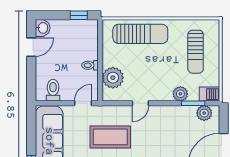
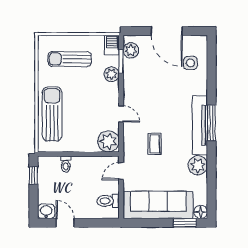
sun lounger: (196, 52) -> (70, 59), turned 180
toilet: (90, 65) -> (66, 164), moved
plant: (113, 78) -> (108, 141), moved
door: (83, 103) -> (121, 171), hinge flipped
coffee table: (110, 137) -> (155, 144), width x0.54, depth x0.58

